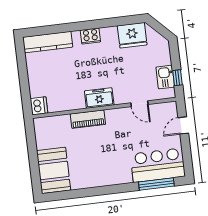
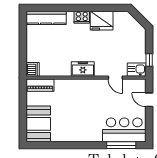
fridge: (132, 35) -> (102, 21), moved
kitchen sink: (165, 77) -> (137, 70), moved, turned 90
piano: (88, 119) -> (40, 85), moved
door: (183, 125) -> (149, 100), hinge flipped

